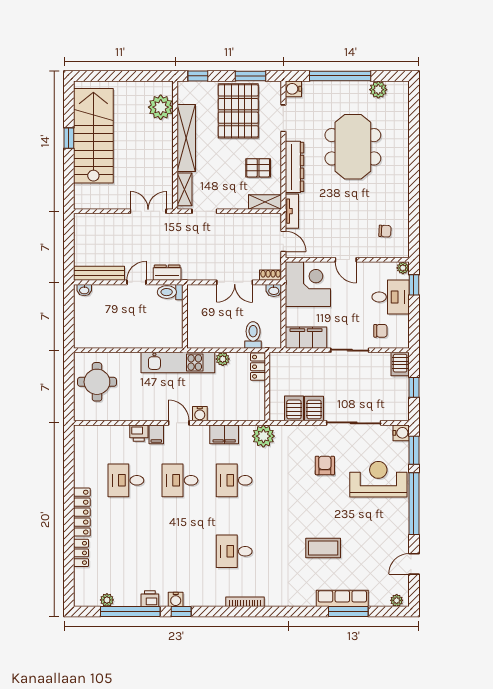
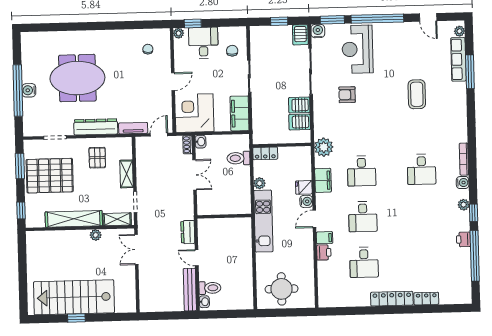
water cooler: (293, 89) -> (29, 90), moved, turned 90
plant: (378, 90) -> (29, 58), removed
plant: (161, 107) -> (96, 235), moved, width x0.53, depth x0.53
shelving: (265, 202) -> (127, 174), moved
toilet: (170, 292) -> (210, 288), moved, turned -90
server rack: (400, 364) -> (300, 35), moved, turned 90
fridge: (216, 411) -> (304, 187), added
row of seats: (342, 598) -> (458, 59), moved
water cooler: (176, 599) -> (463, 183), moved
plant: (107, 600) -> (464, 205), moved

